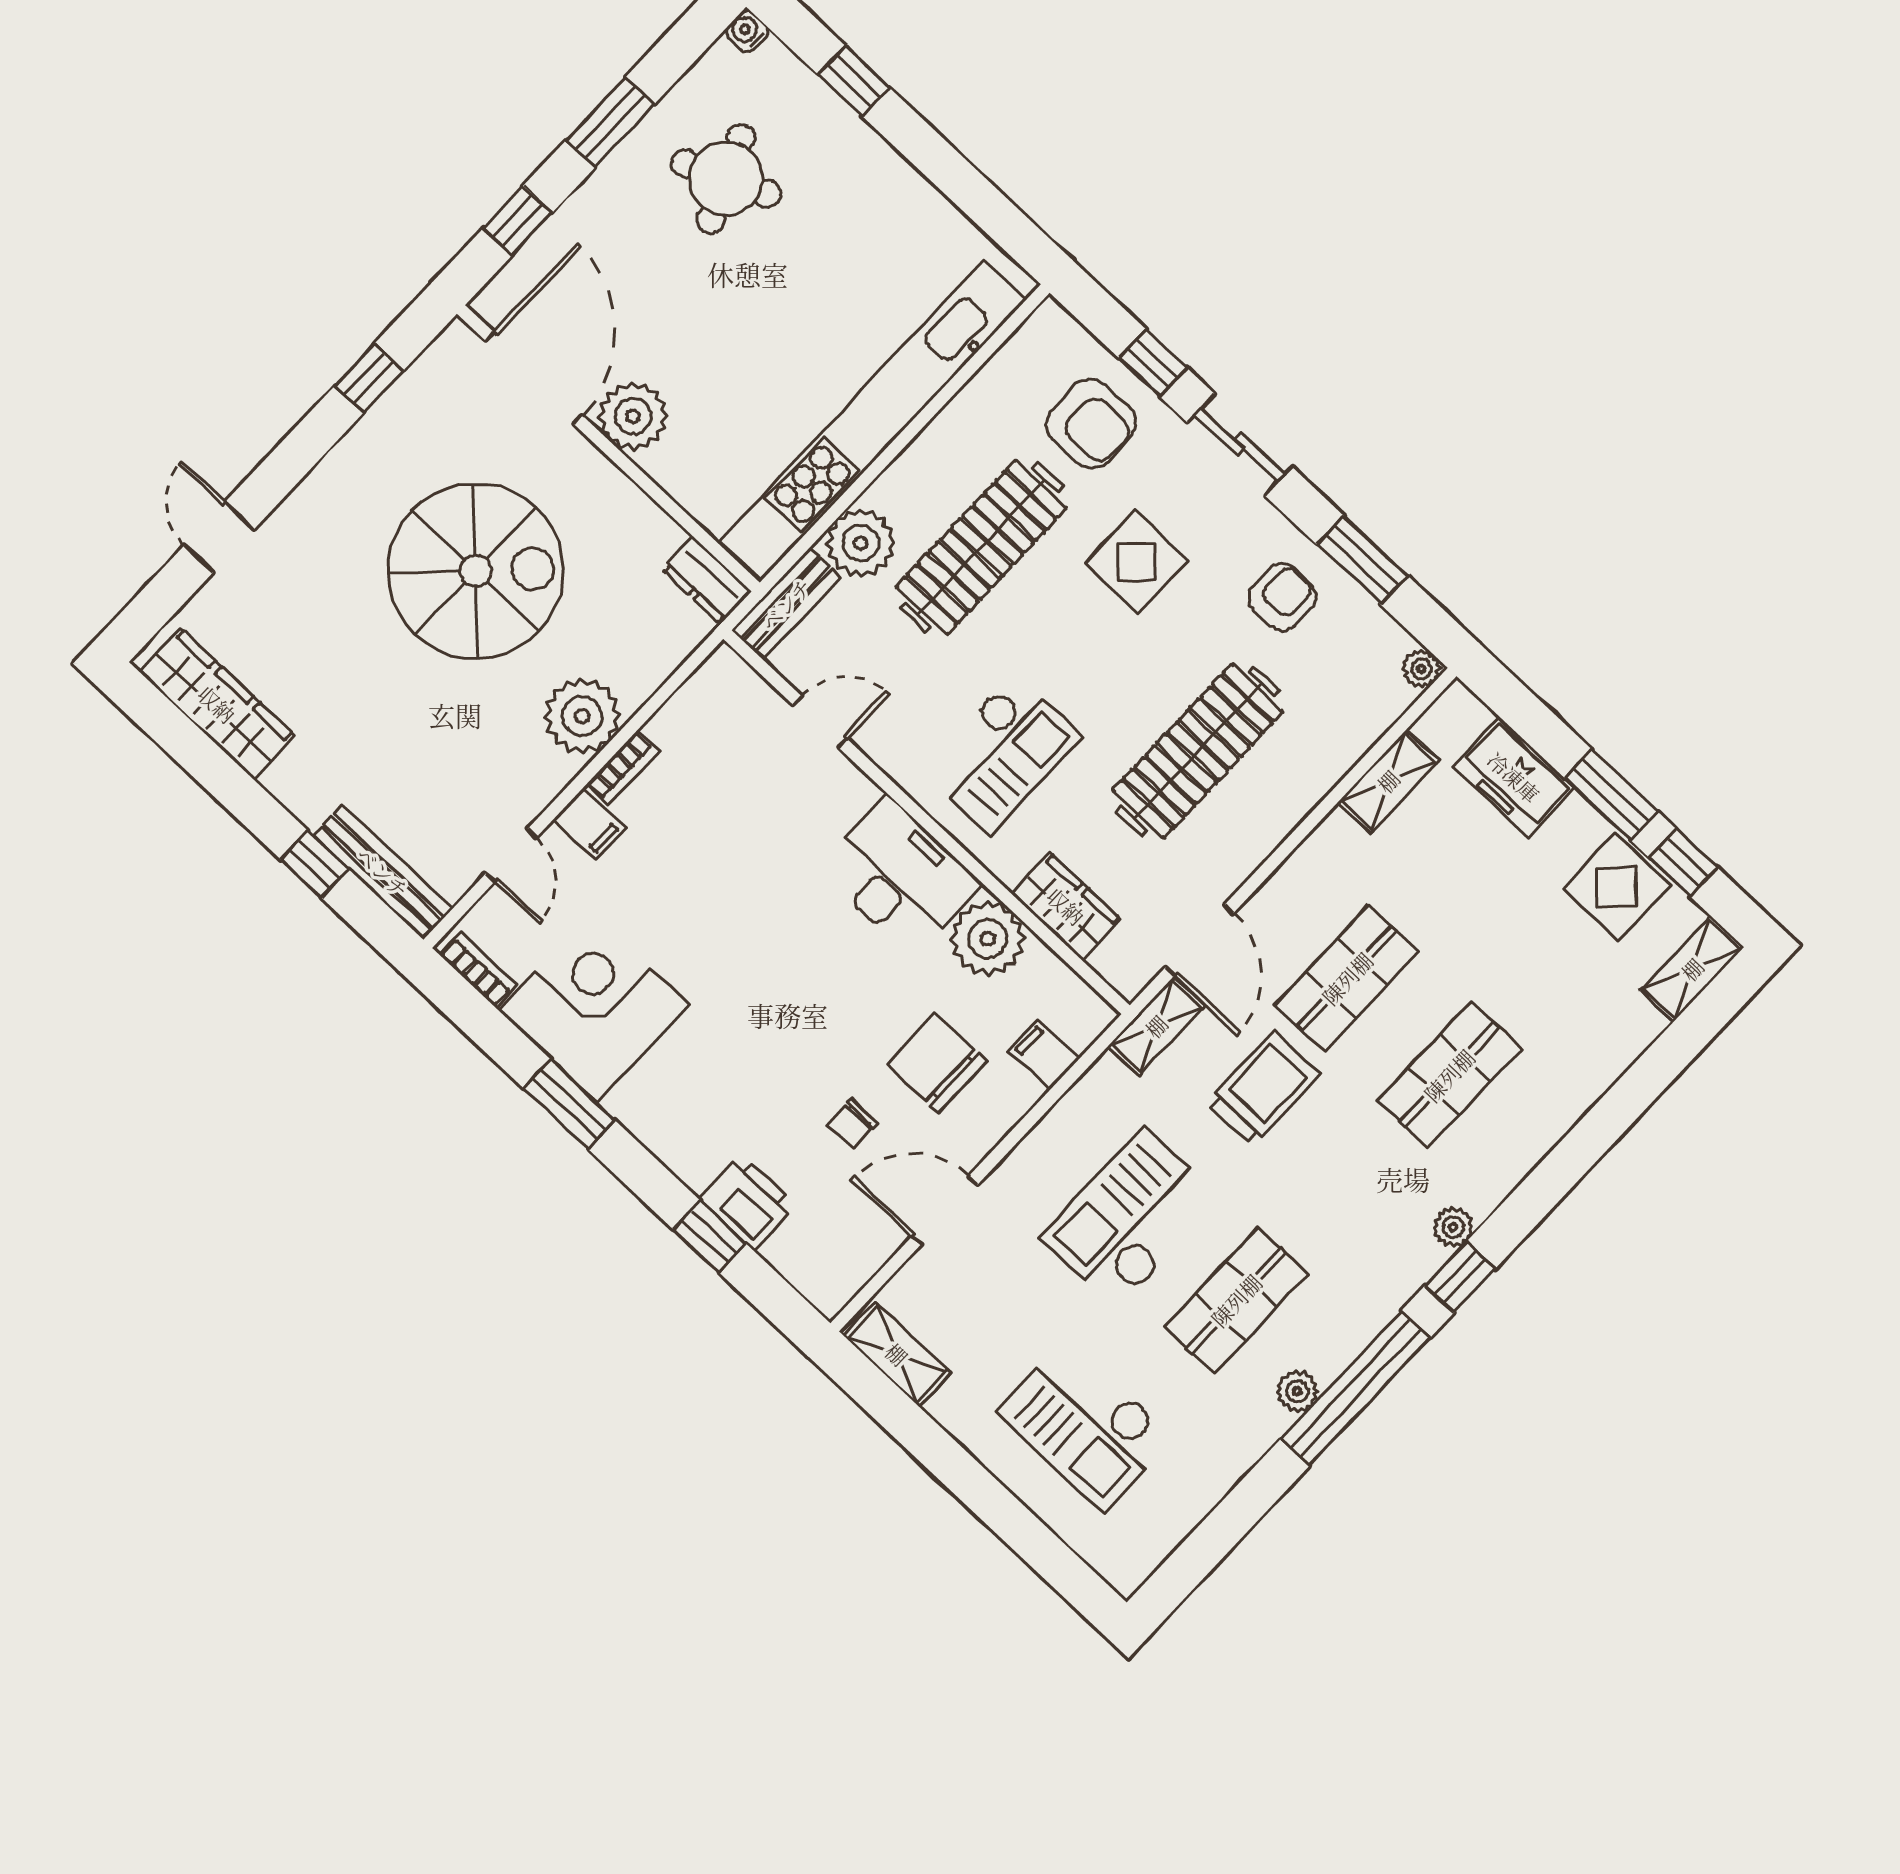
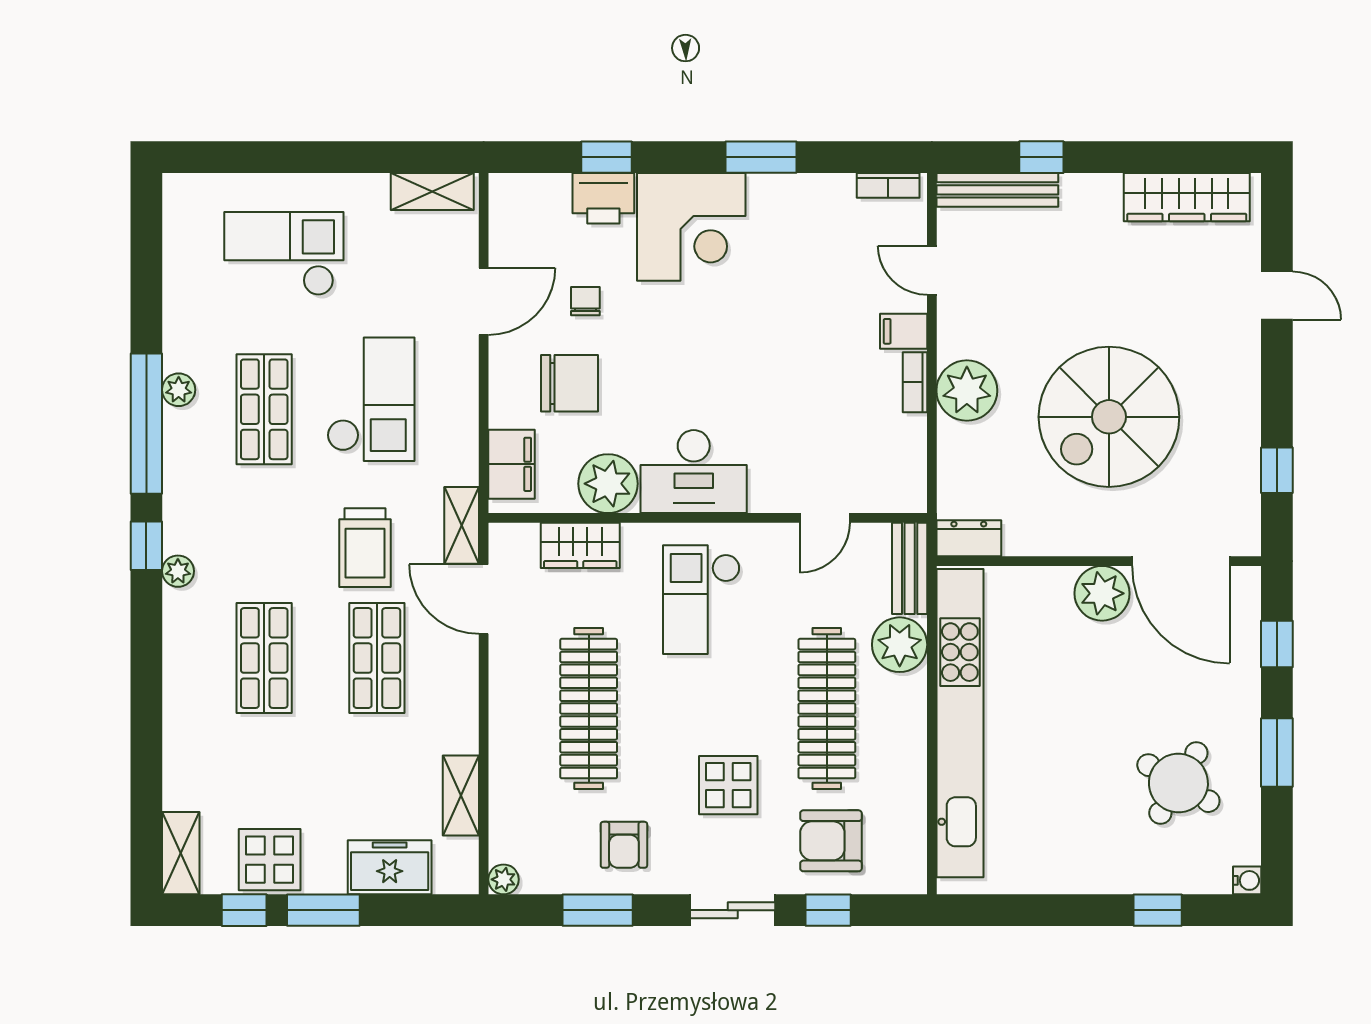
round table: (726, 179) -> (1178, 783), turned -36
corner desk: (594, 1008) -> (691, 227), moved
filing cabinet: (1044, 1055) -> (511, 464), width x2.00

